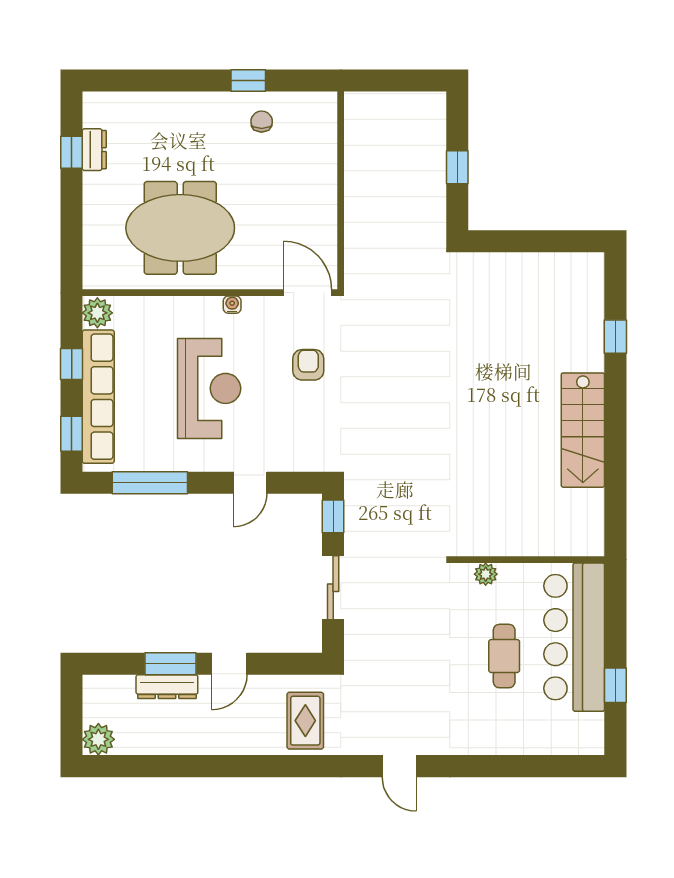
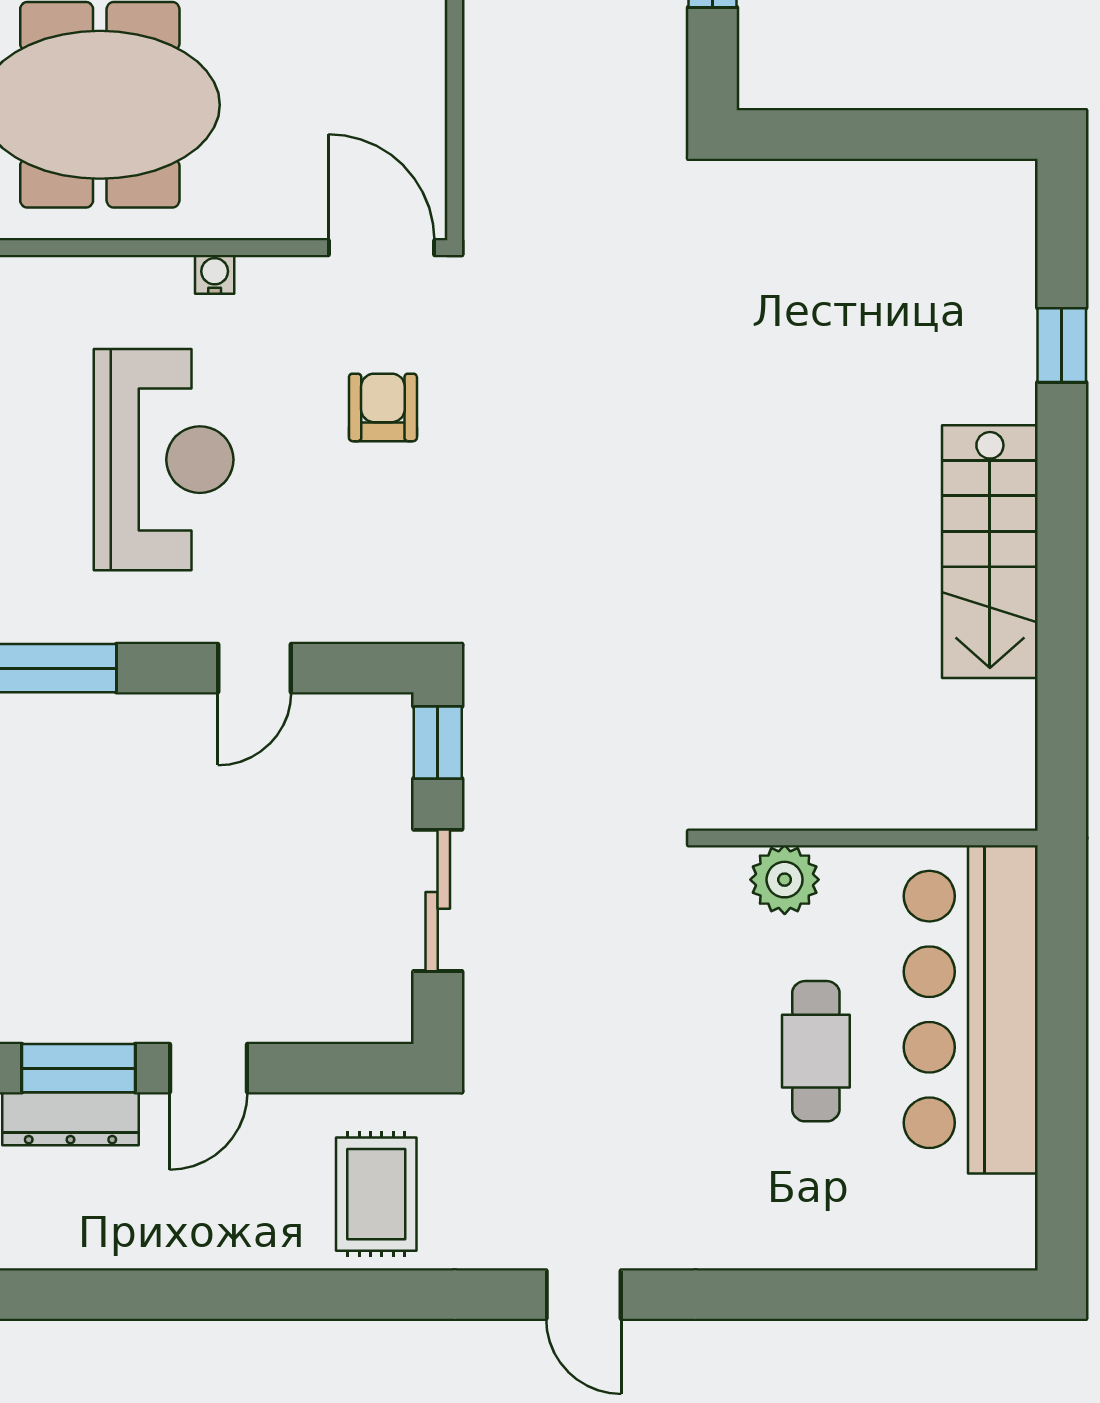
plant: (486, 574) -> (785, 880), width x1.38, depth x1.38
window: (615, 685) -> (1062, 1116), removed

